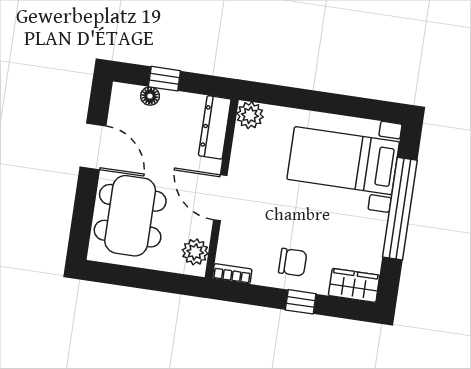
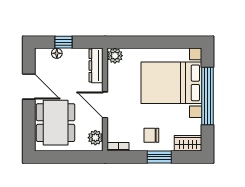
bed with nightstands: (343, 161) -> (171, 83), width x1.36
chair: (293, 262) -> (151, 135), turned 180
window: (301, 302) -> (159, 157), width x1.50

